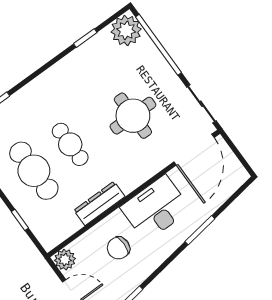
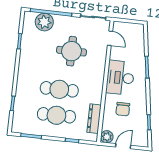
plant: (126, 30) -> (44, 22), moved
cafe table: (70, 144) -> (59, 89), width x1.37, depth x1.35
door: (194, 150) -> (110, 38), width x0.53
dresser: (99, 203) -> (94, 119), moved

